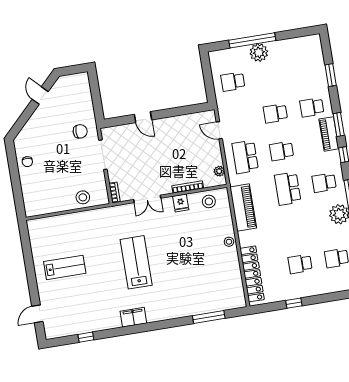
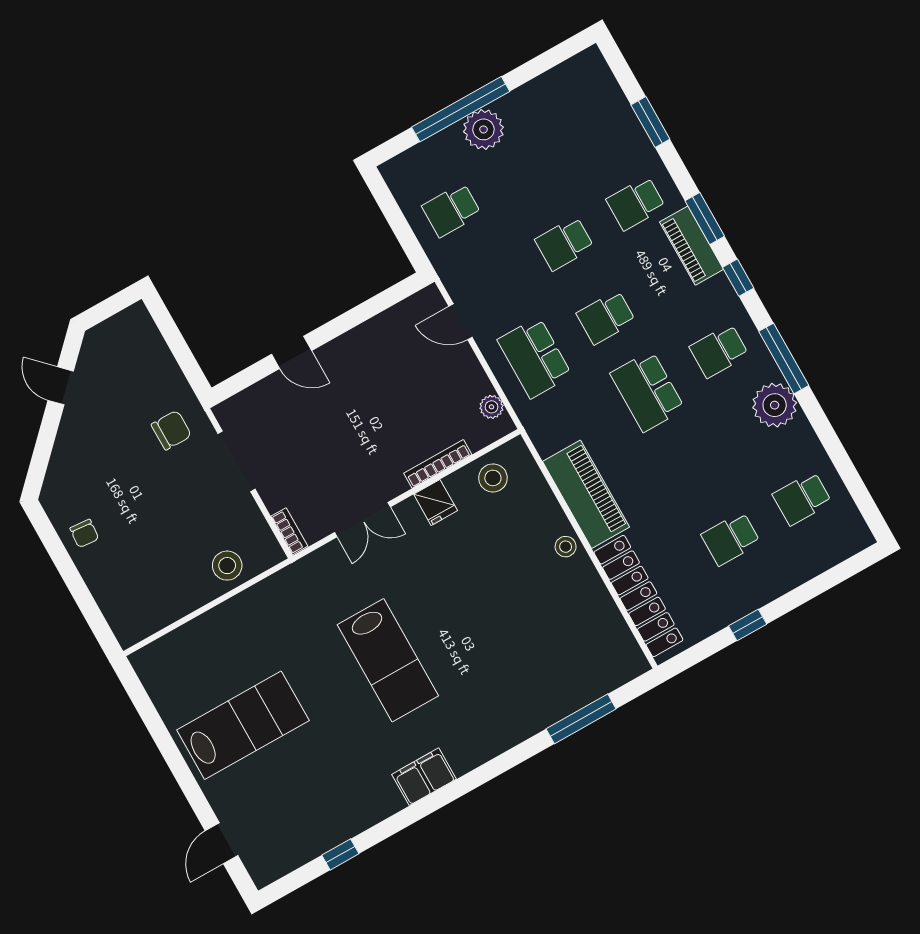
piano: (243, 207) -> (586, 494), moved
lab bench: (136, 262) -> (388, 660), turned 180
lab bench: (65, 267) -> (243, 725), width x1.36, depth x1.39

